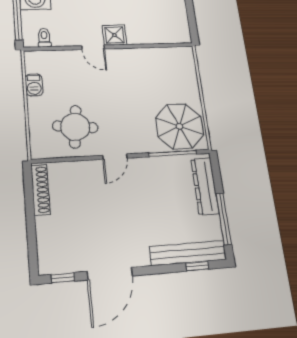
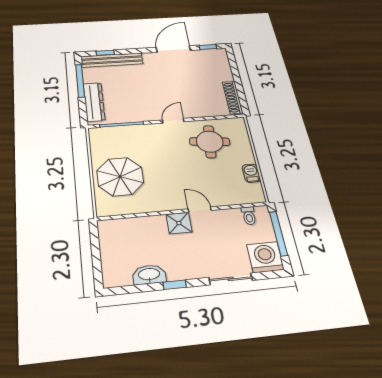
parasol: (179, 126) -> (120, 177), moved

